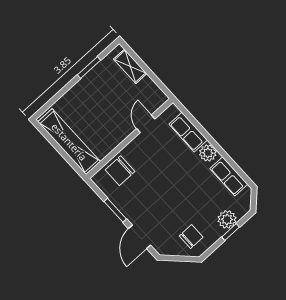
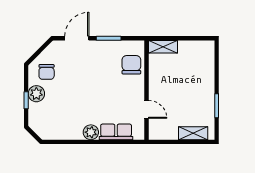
shelving: (69, 142) -> (163, 47), width x0.45, depth x0.75
row of seats: (229, 176) -> (63, 132), removed
plant: (227, 219) -> (36, 94), moved
door: (139, 237) -> (77, 38), hinge flipped

